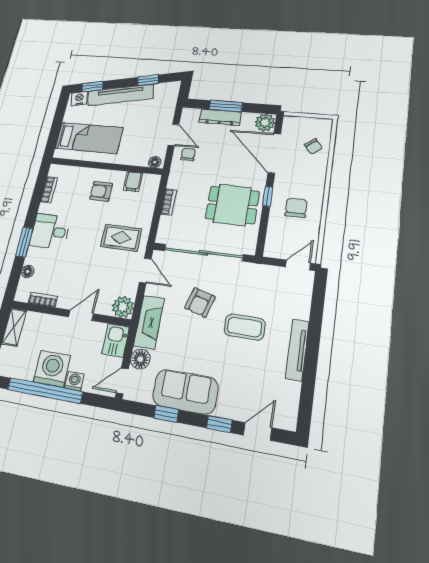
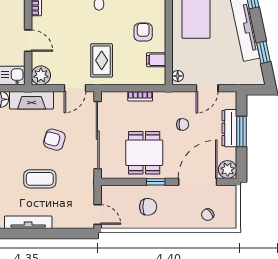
chair: (188, 154) -> (183, 124), moved
coffee table: (245, 327) -> (40, 179), turned 90

